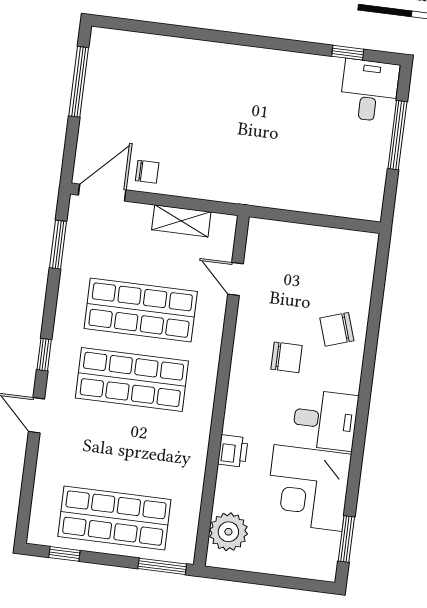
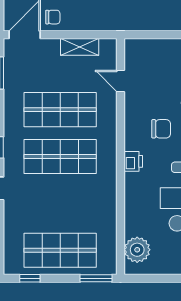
printer: (233, 451) -> (133, 161), moved

